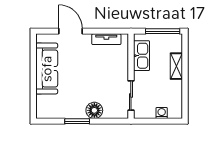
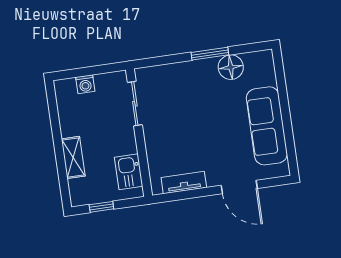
window: (163, 31) -> (101, 207), width x0.46
kitchen sink: (142, 56) -> (129, 172), width x0.73
floor lamp: (94, 110) -> (231, 67), moved

